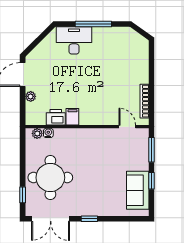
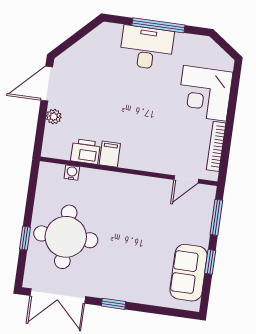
desk: (74, 40) -> (147, 48), moved
corner desk: (132, 66) -> (205, 93), added
door: (127, 127) -> (186, 179), swing flipped
plant: (37, 133) -> (56, 171), removed
window: (23, 195) -> (25, 238), moved

